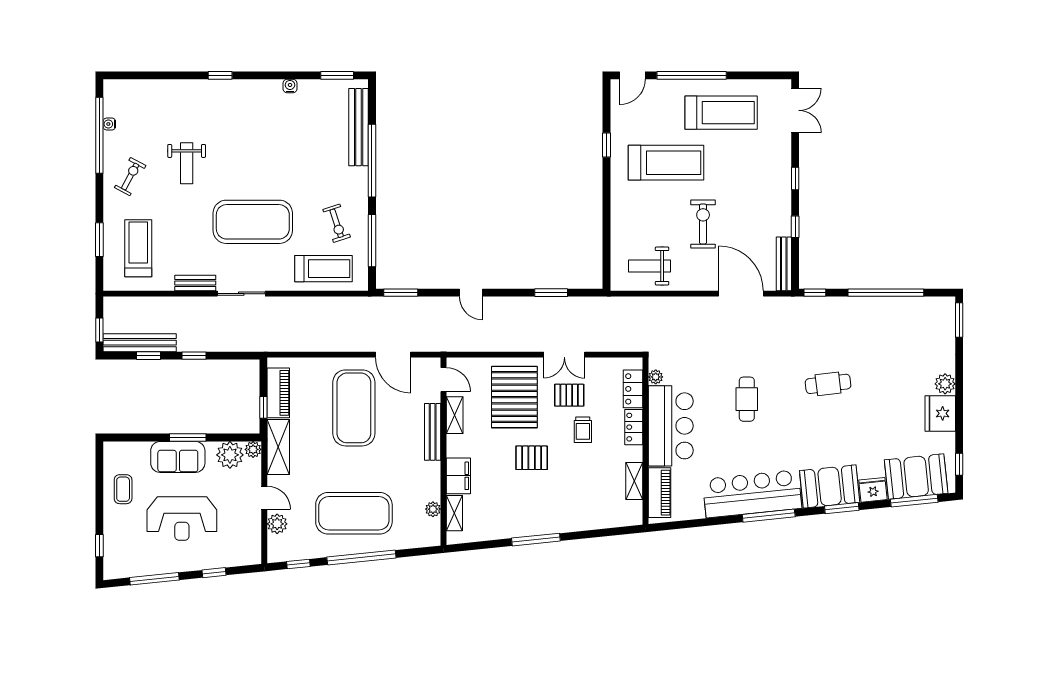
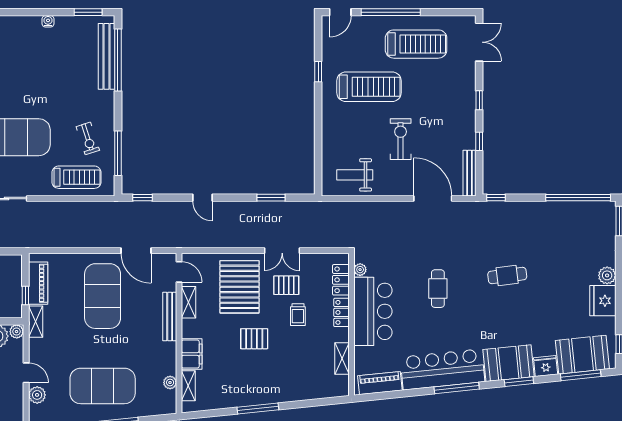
window: (372, 161) -> (118, 60), moved
window: (401, 293) -> (143, 198), width x0.67
window: (886, 293) -> (578, 198), moved
shelving: (278, 447) -> (36, 322), width x0.67, depth x0.75
piano: (660, 493) -> (380, 383), moved, turned -96

